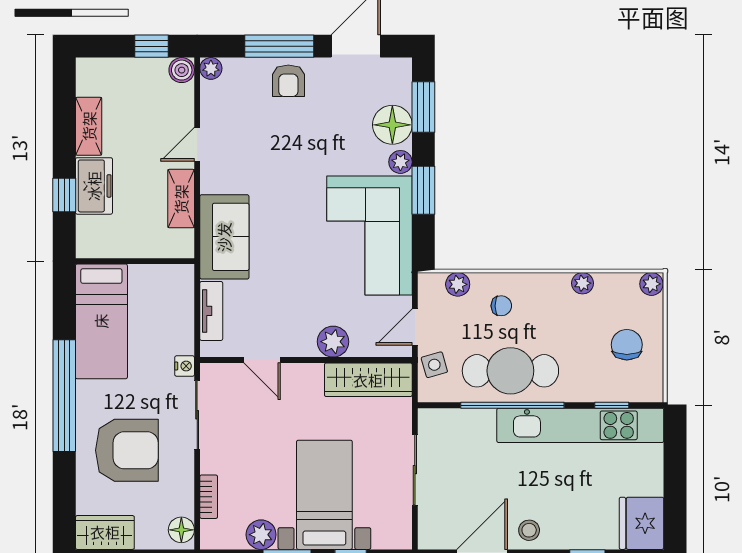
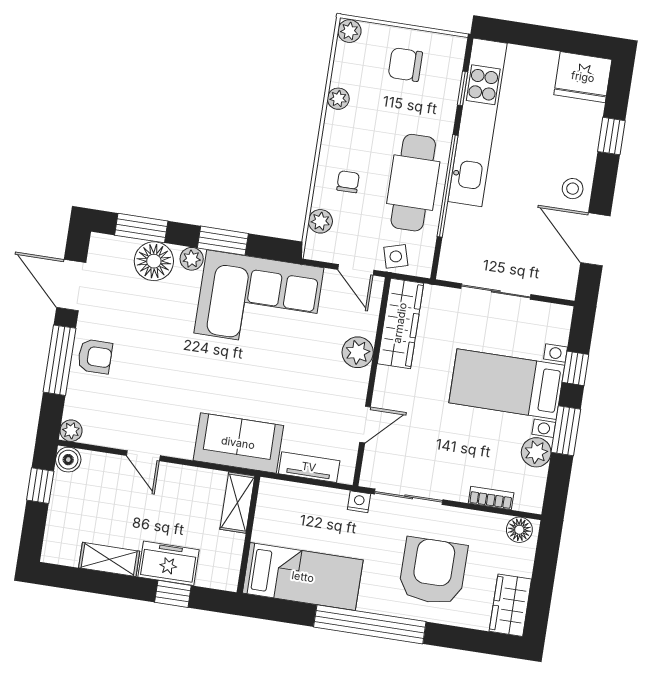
shelving: (181, 199) -> (237, 503), moved, turned 90

